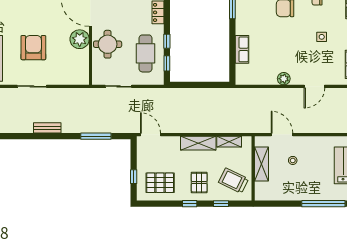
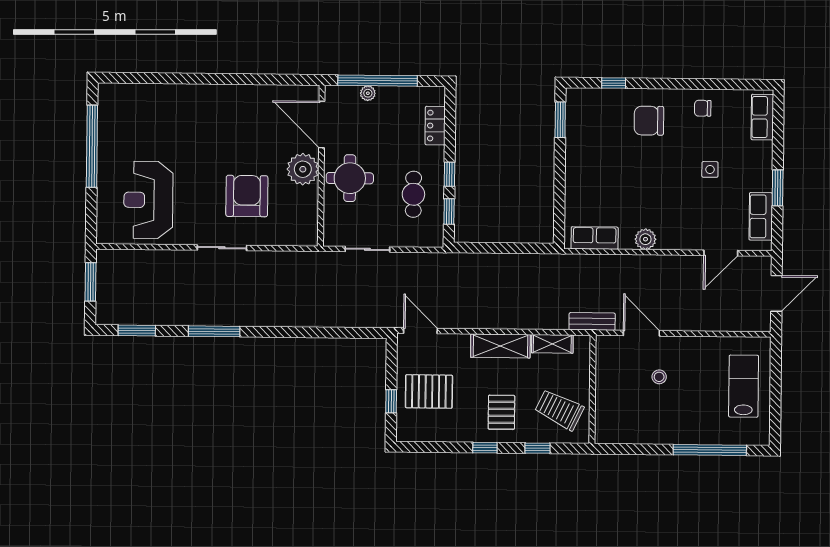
armchair: (33, 48) -> (247, 196), moved
row of seats: (242, 49) -> (595, 238), moved, turned -90
cafe table: (146, 53) -> (413, 194), width x0.73, depth x0.74
door: (314, 86) -> (721, 253), moved
bench: (47, 128) -> (592, 321), moved
window: (96, 136) -> (214, 331), moved
shelving: (261, 164) -> (606, 382), removed
pallet: (160, 183) -> (429, 391), moved

